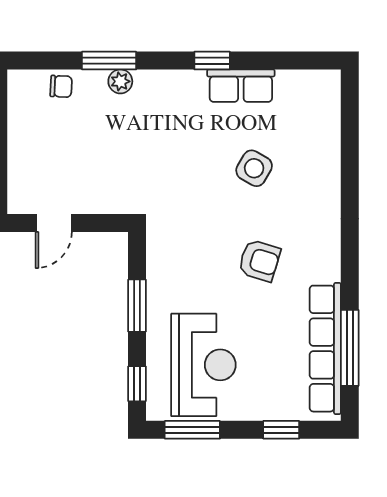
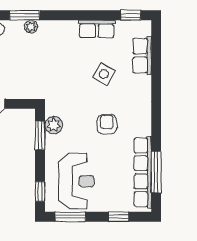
window: (212, 61) -> (131, 15), moved
row of seats: (324, 134) -> (142, 56), added
armchair: (259, 261) -> (107, 124), turned -107
plant: (162, 262) -> (54, 125), added
window: (137, 306) -> (40, 135), moved

